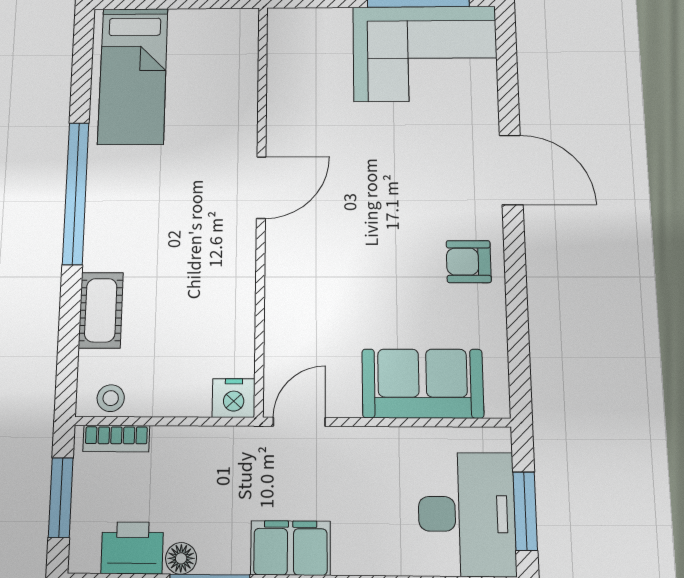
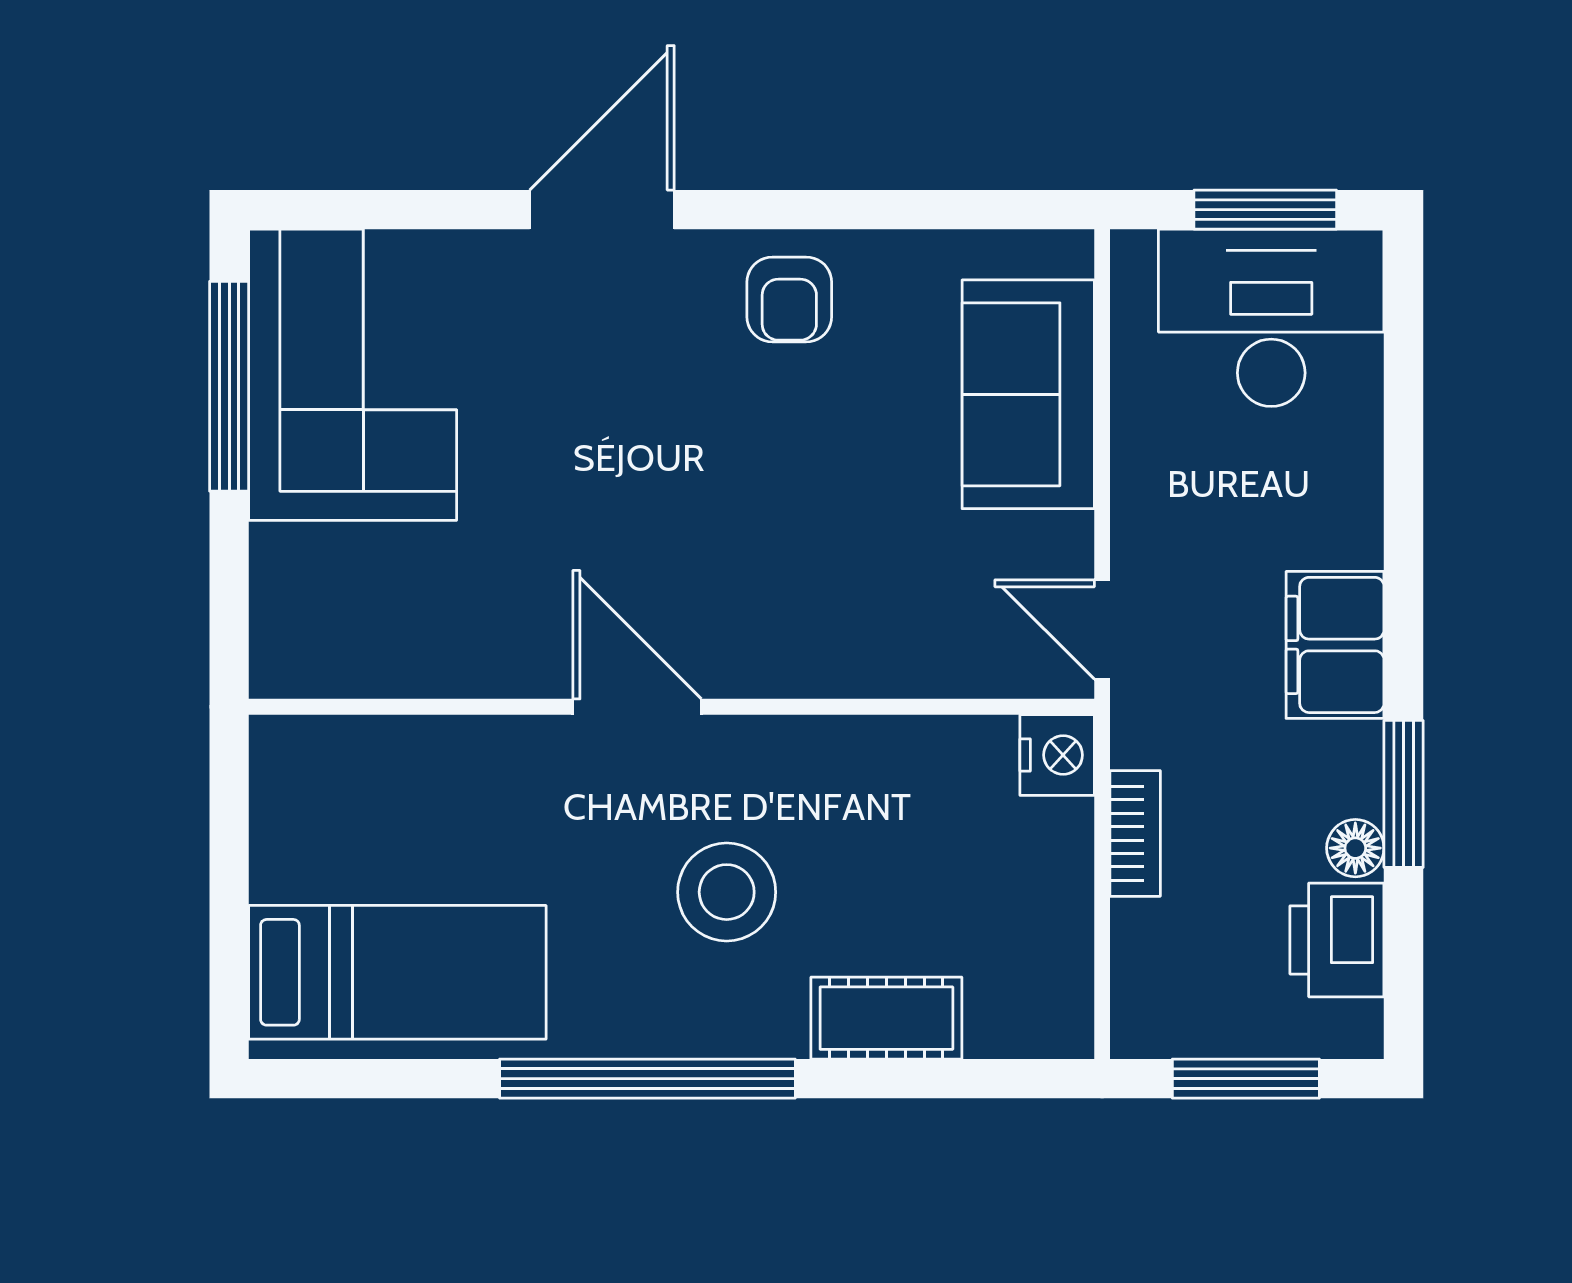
stool: (111, 398) -> (727, 892), moved, width x1.89, depth x1.89
bookcase: (116, 439) -> (1135, 833), moved

